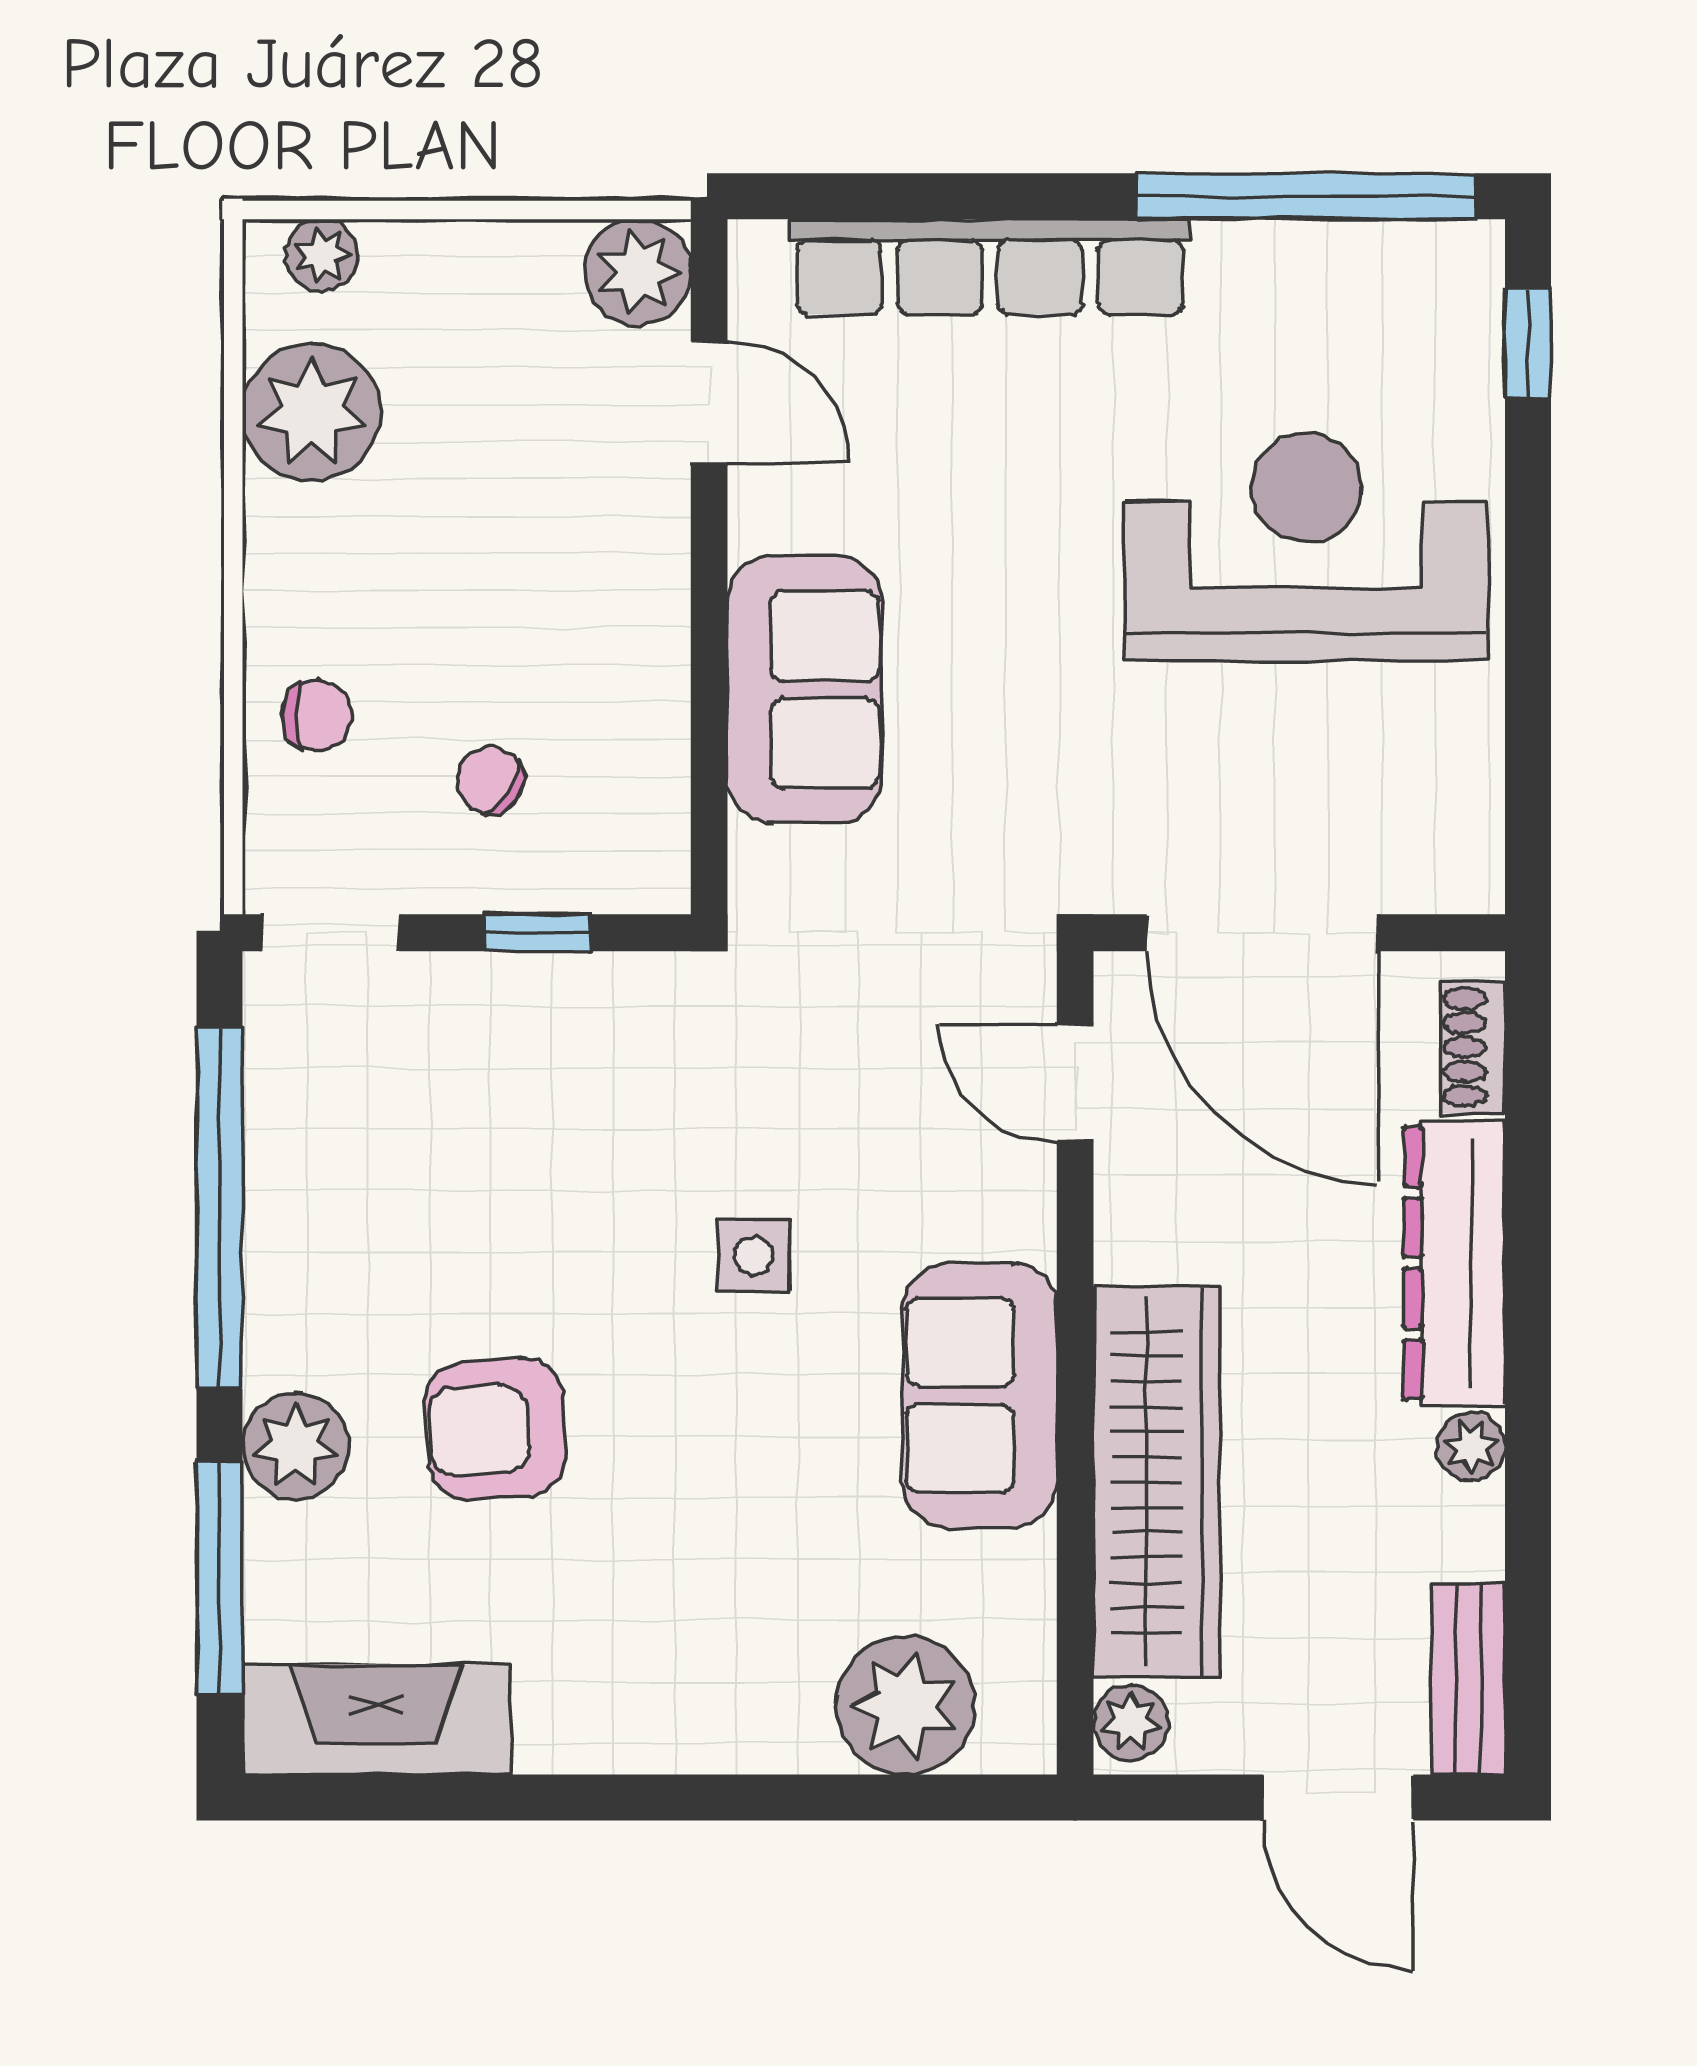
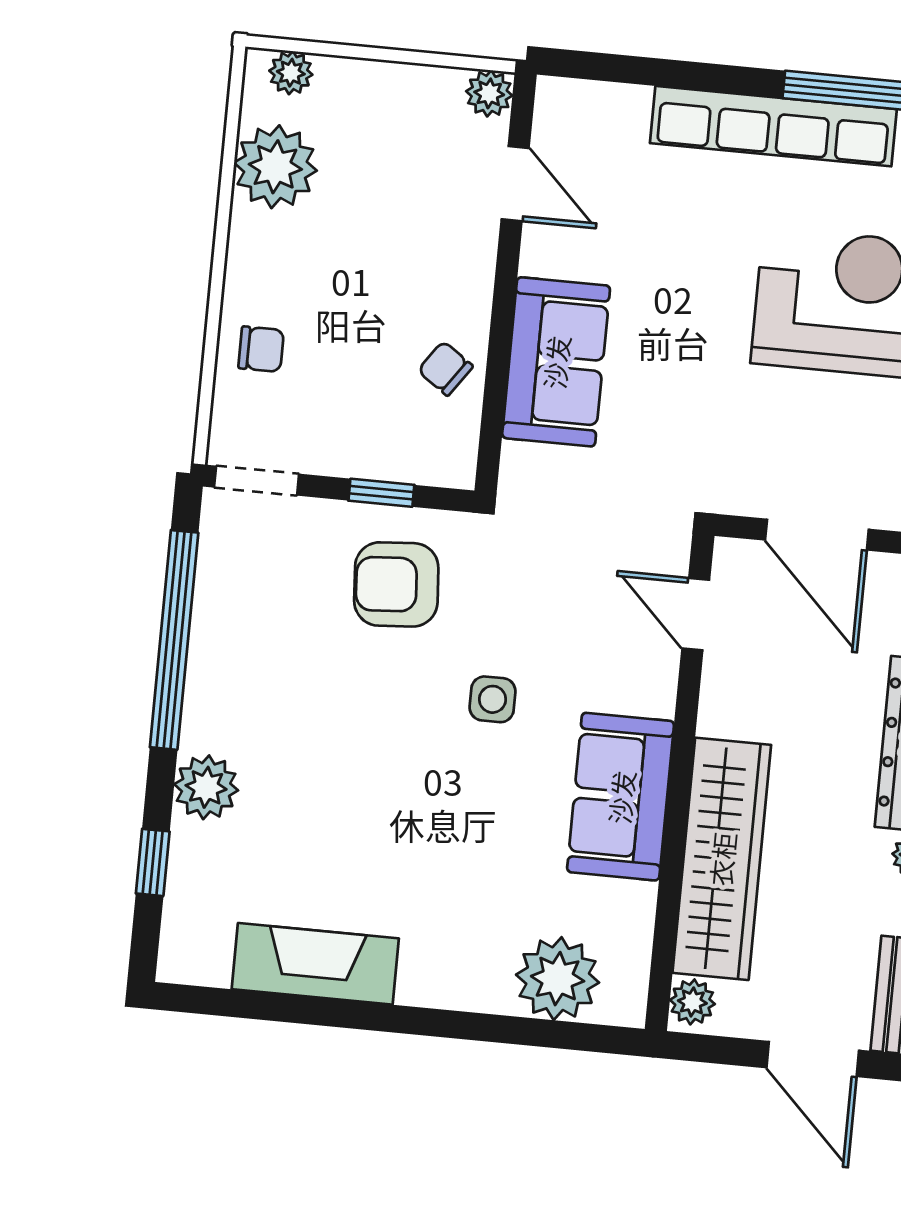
row of seats: (990, 267) -> (773, 126), moved
plant: (638, 272) -> (489, 93), width x0.73, depth x0.73
chair: (490, 780) -> (445, 368), moved
door: (1262, 933) -> (817, 535), width x0.73
armchair: (495, 1429) -> (396, 584), moved
window: (220, 1578) -> (153, 862), width x0.46
fireplace: (376, 1719) -> (315, 964), moved

